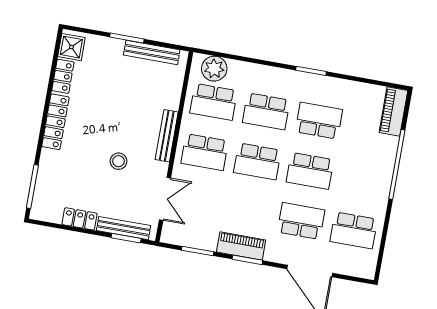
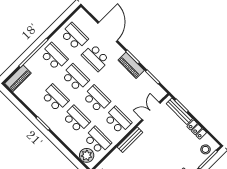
school desk: (319, 121) -> (55, 98), turned 180
stool: (119, 161) -> (205, 149), moved
school desk: (363, 180) -> (54, 57), added

